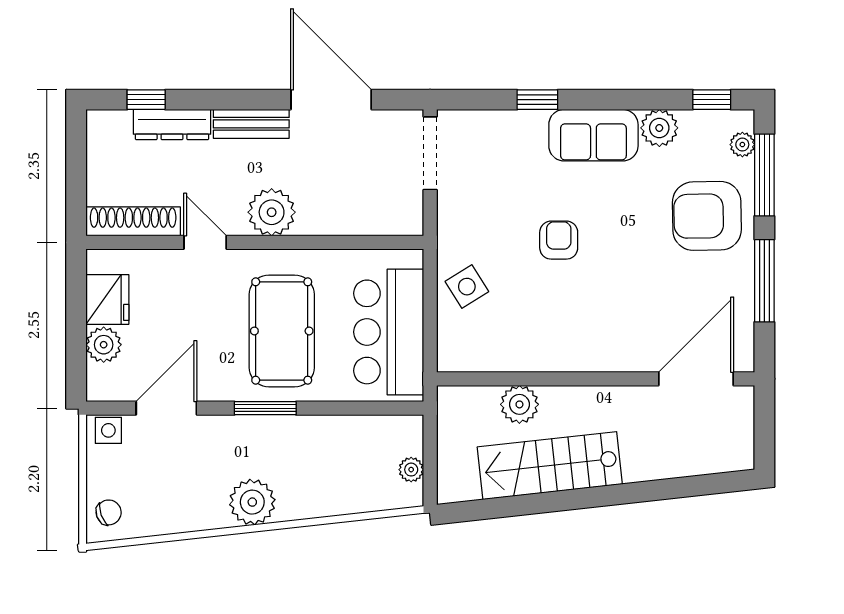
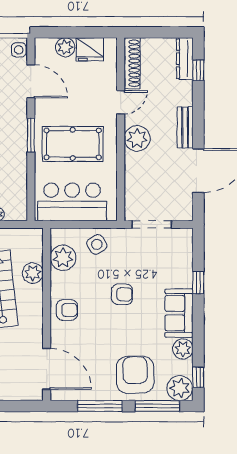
dresser: (172, 125) -> (185, 59), moved
plant: (742, 145) -> (180, 388), width x1.87, depth x1.87
doorway: (430, 153) -> (152, 224), moved
armchair: (588, 341) -> (67, 310), added
plant: (491, 349) -> (63, 258), added

